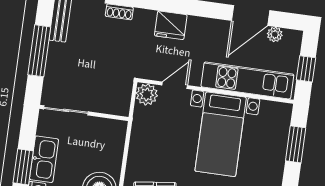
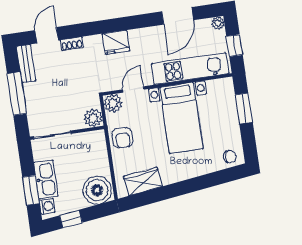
plant: (275, 34) -> (218, 23), moved
plant: (119, 105) -> (93, 118), added
armchair: (146, 137) -> (122, 138), added

